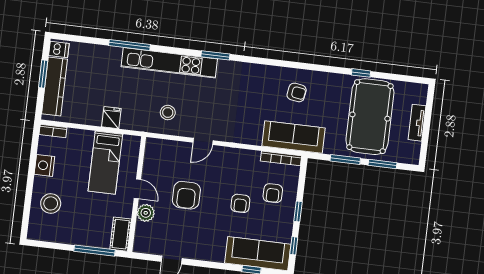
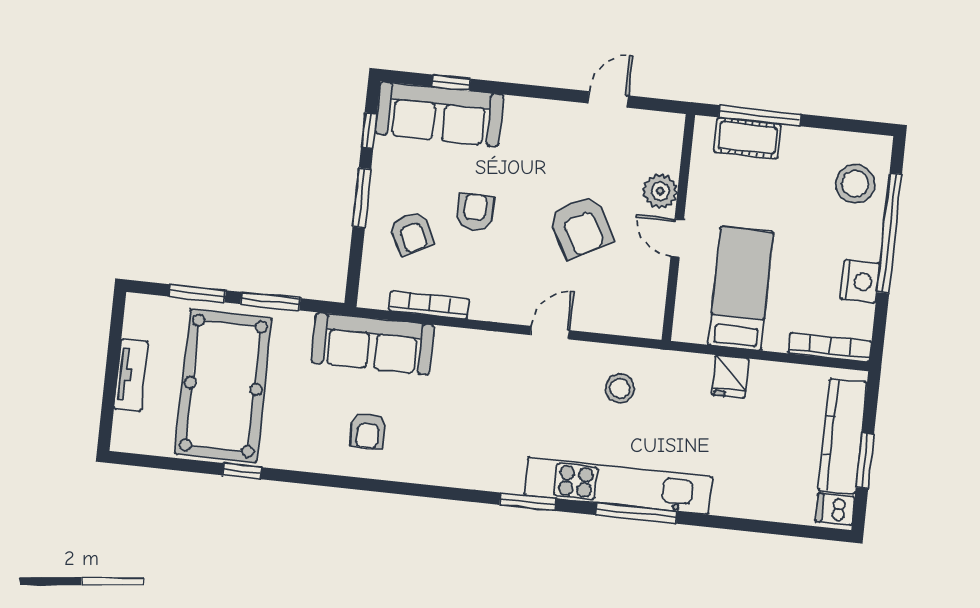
window: (130, 45) -> (636, 513), moved
armchair: (297, 92) -> (368, 431), turned -99
bookcase: (53, 131) -> (830, 347), width x1.56
bookcase: (281, 158) -> (429, 305), moved
window: (29, 190) -> (889, 233), added
armchair: (273, 193) -> (412, 233), turned 153
armchair: (186, 195) -> (581, 227), turned 151
stool: (51, 203) -> (855, 184), moved
window: (298, 212) -> (362, 198), width x1.50
cot: (121, 234) -> (748, 138), moved, turned 90

